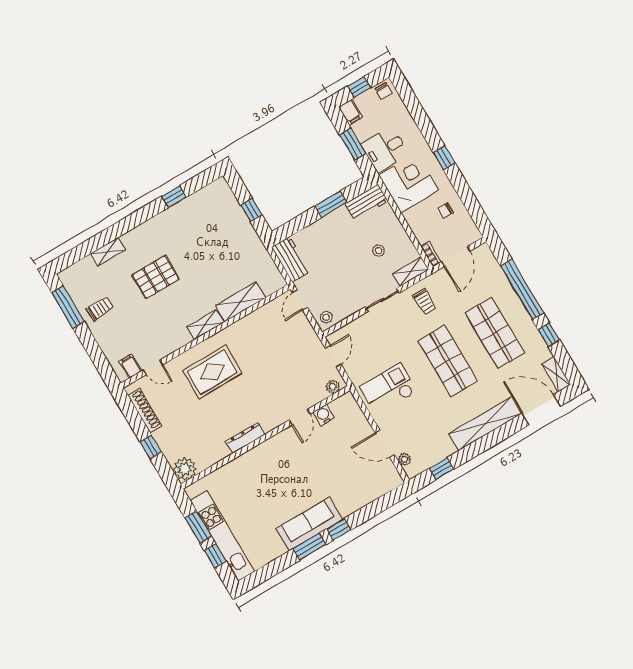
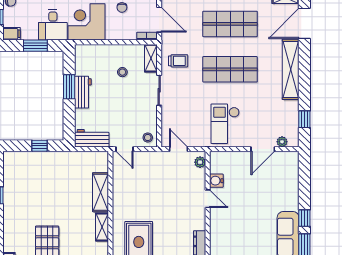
workbench: (367, 202) -> (83, 92), moved

